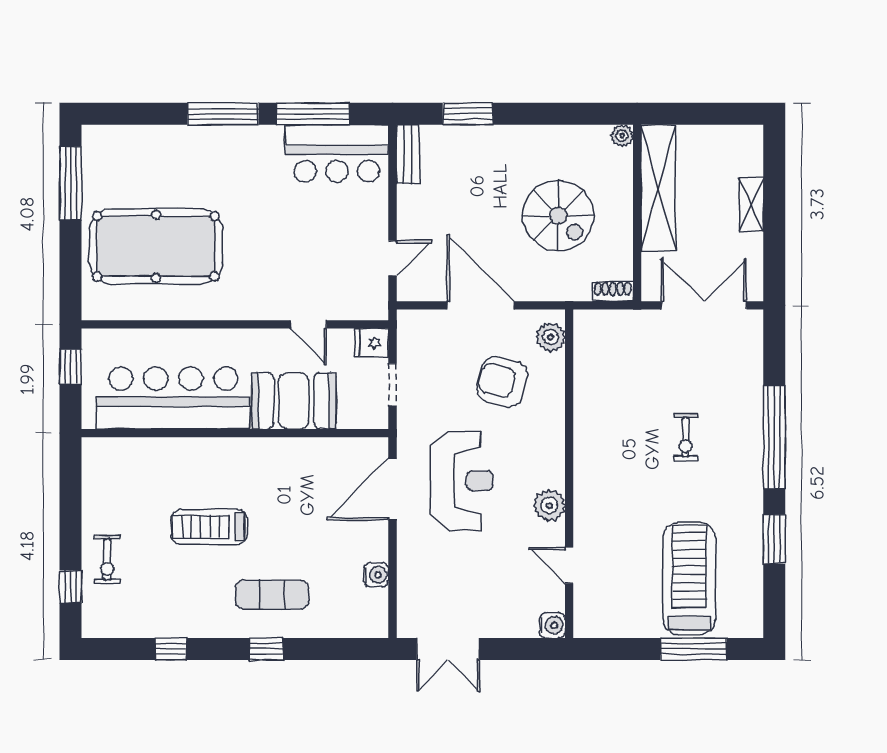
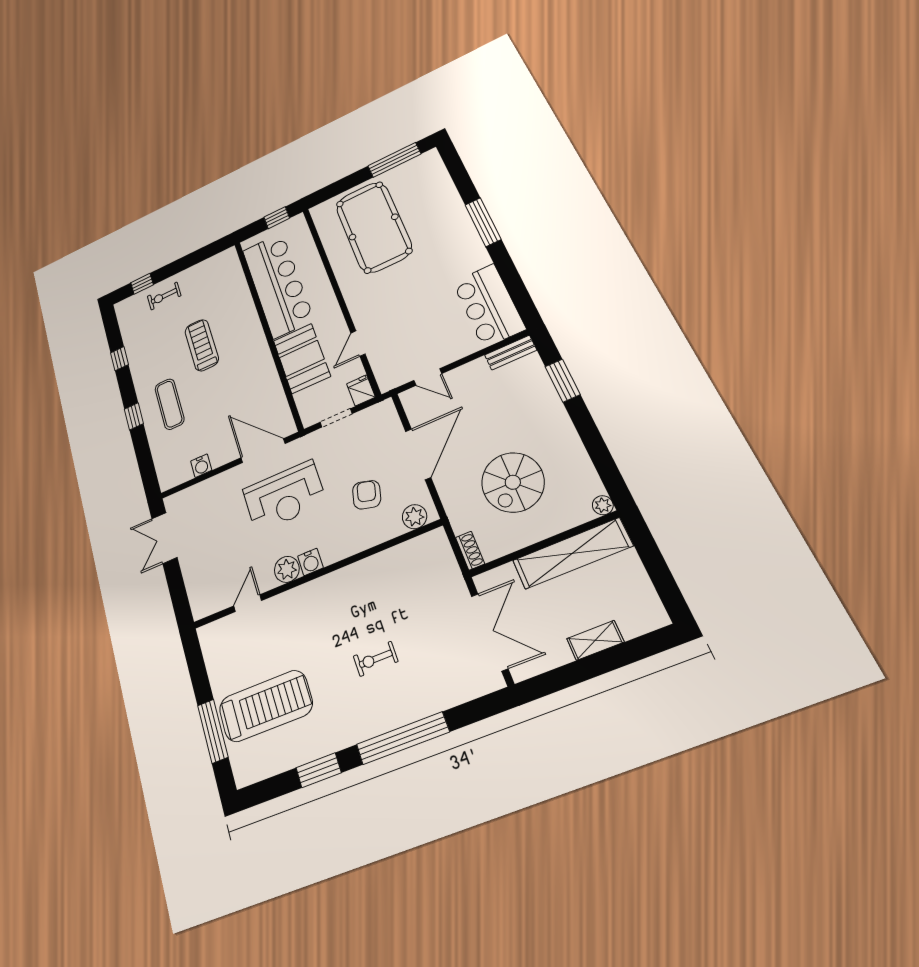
window: (313, 114) -> (510, 277), removed
armchair: (502, 382) -> (367, 495), width x0.72, depth x0.72
water cooler: (552, 625) -> (310, 562), moved

